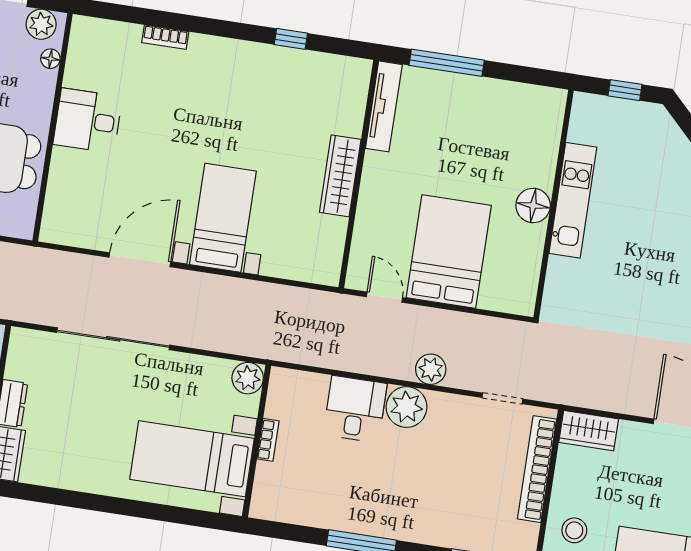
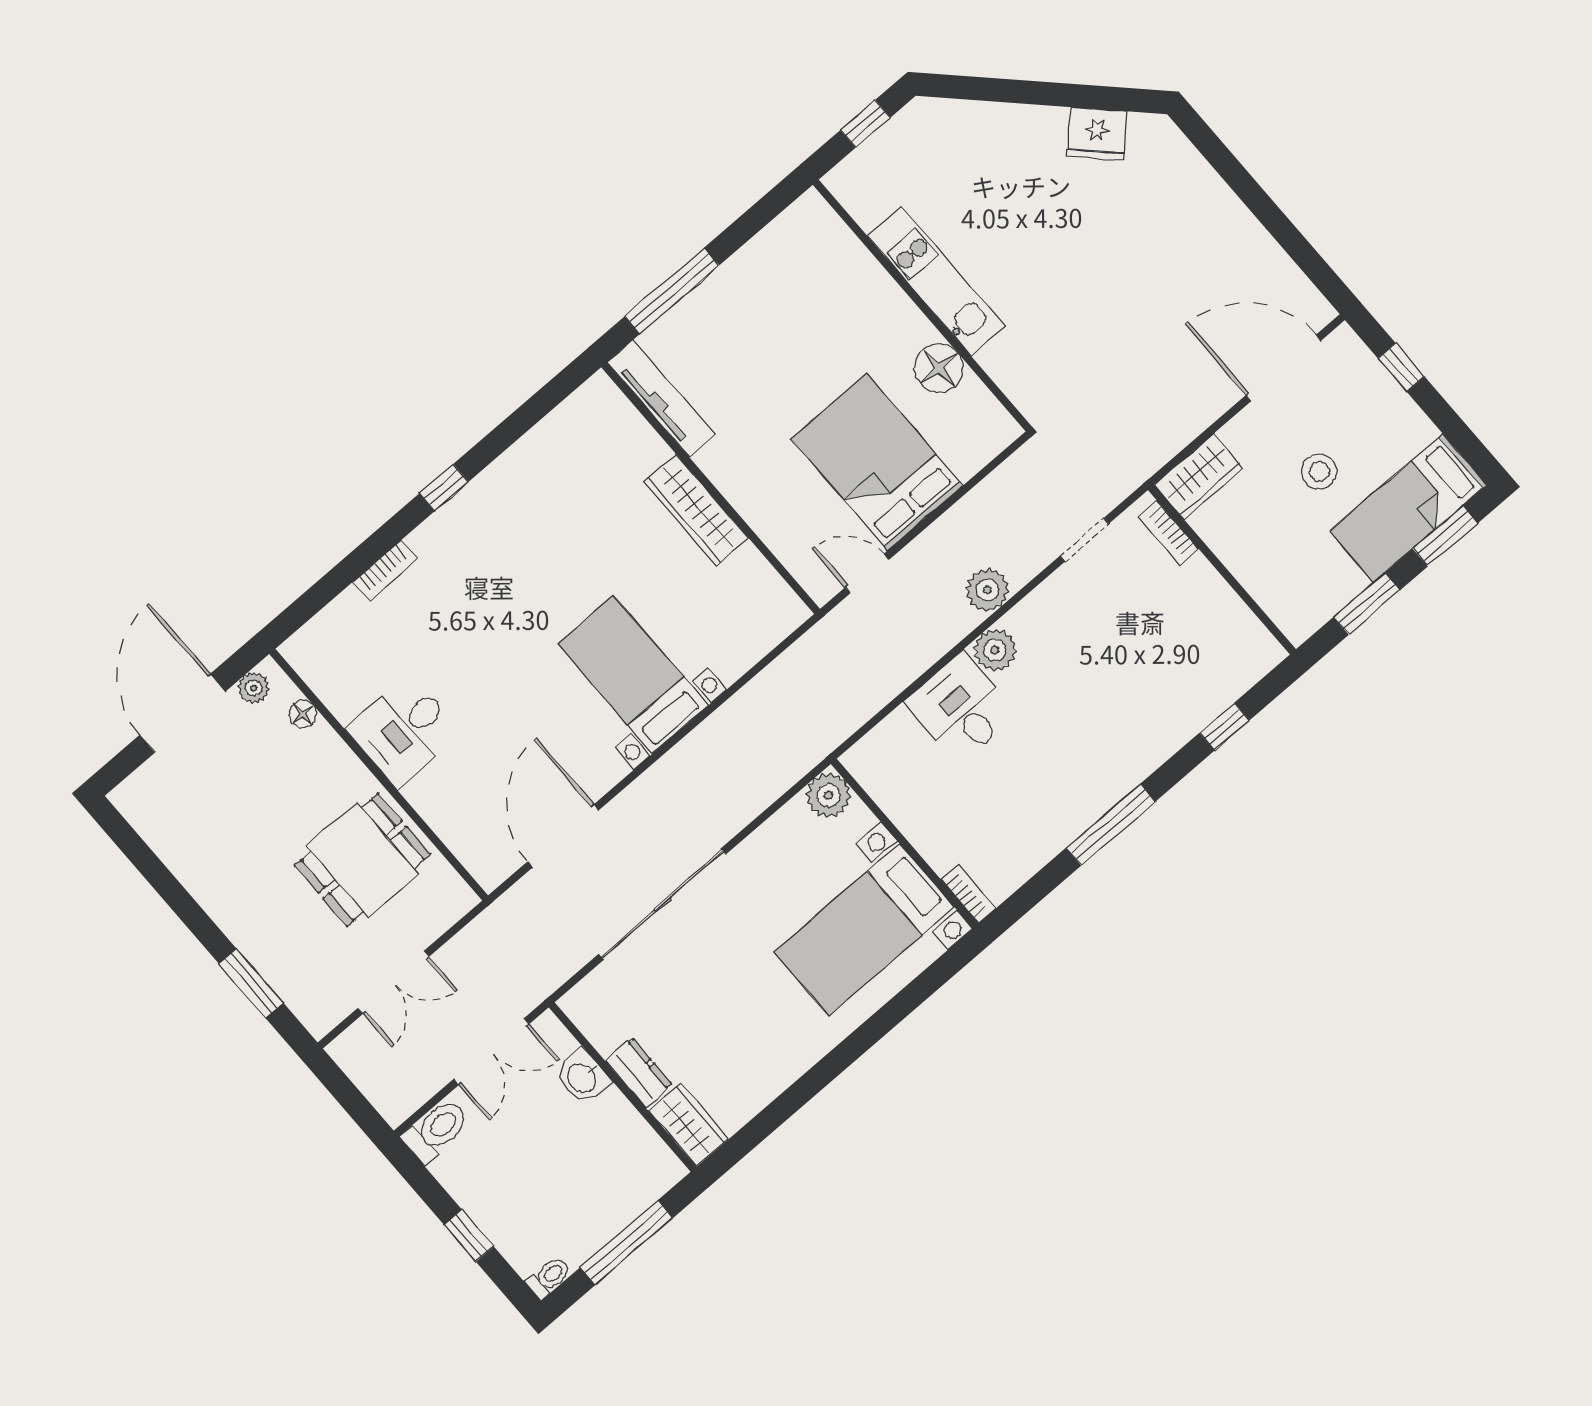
plant: (41, 24) -> (253, 688), width x0.73, depth x0.73
window: (291, 39) -> (444, 488), moved
floor lamp: (533, 205) -> (939, 368), moved
door: (140, 260) -> (563, 836), moved
plant: (407, 407) -> (995, 650), width x0.73, depth x0.73
bookcase: (268, 440) -> (968, 894), moved
bookcase: (537, 469) -> (1168, 533), width x0.43, depth x0.76
stool: (574, 530) -> (1319, 471), moved

